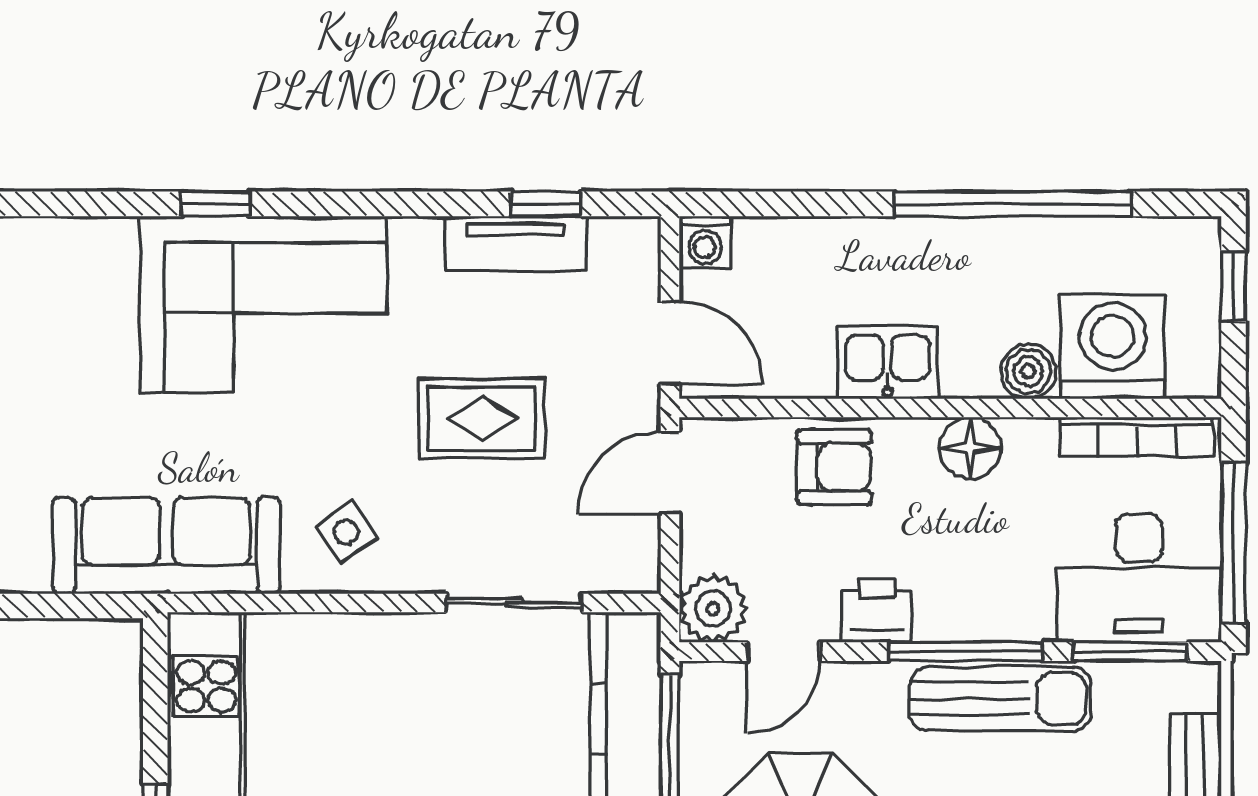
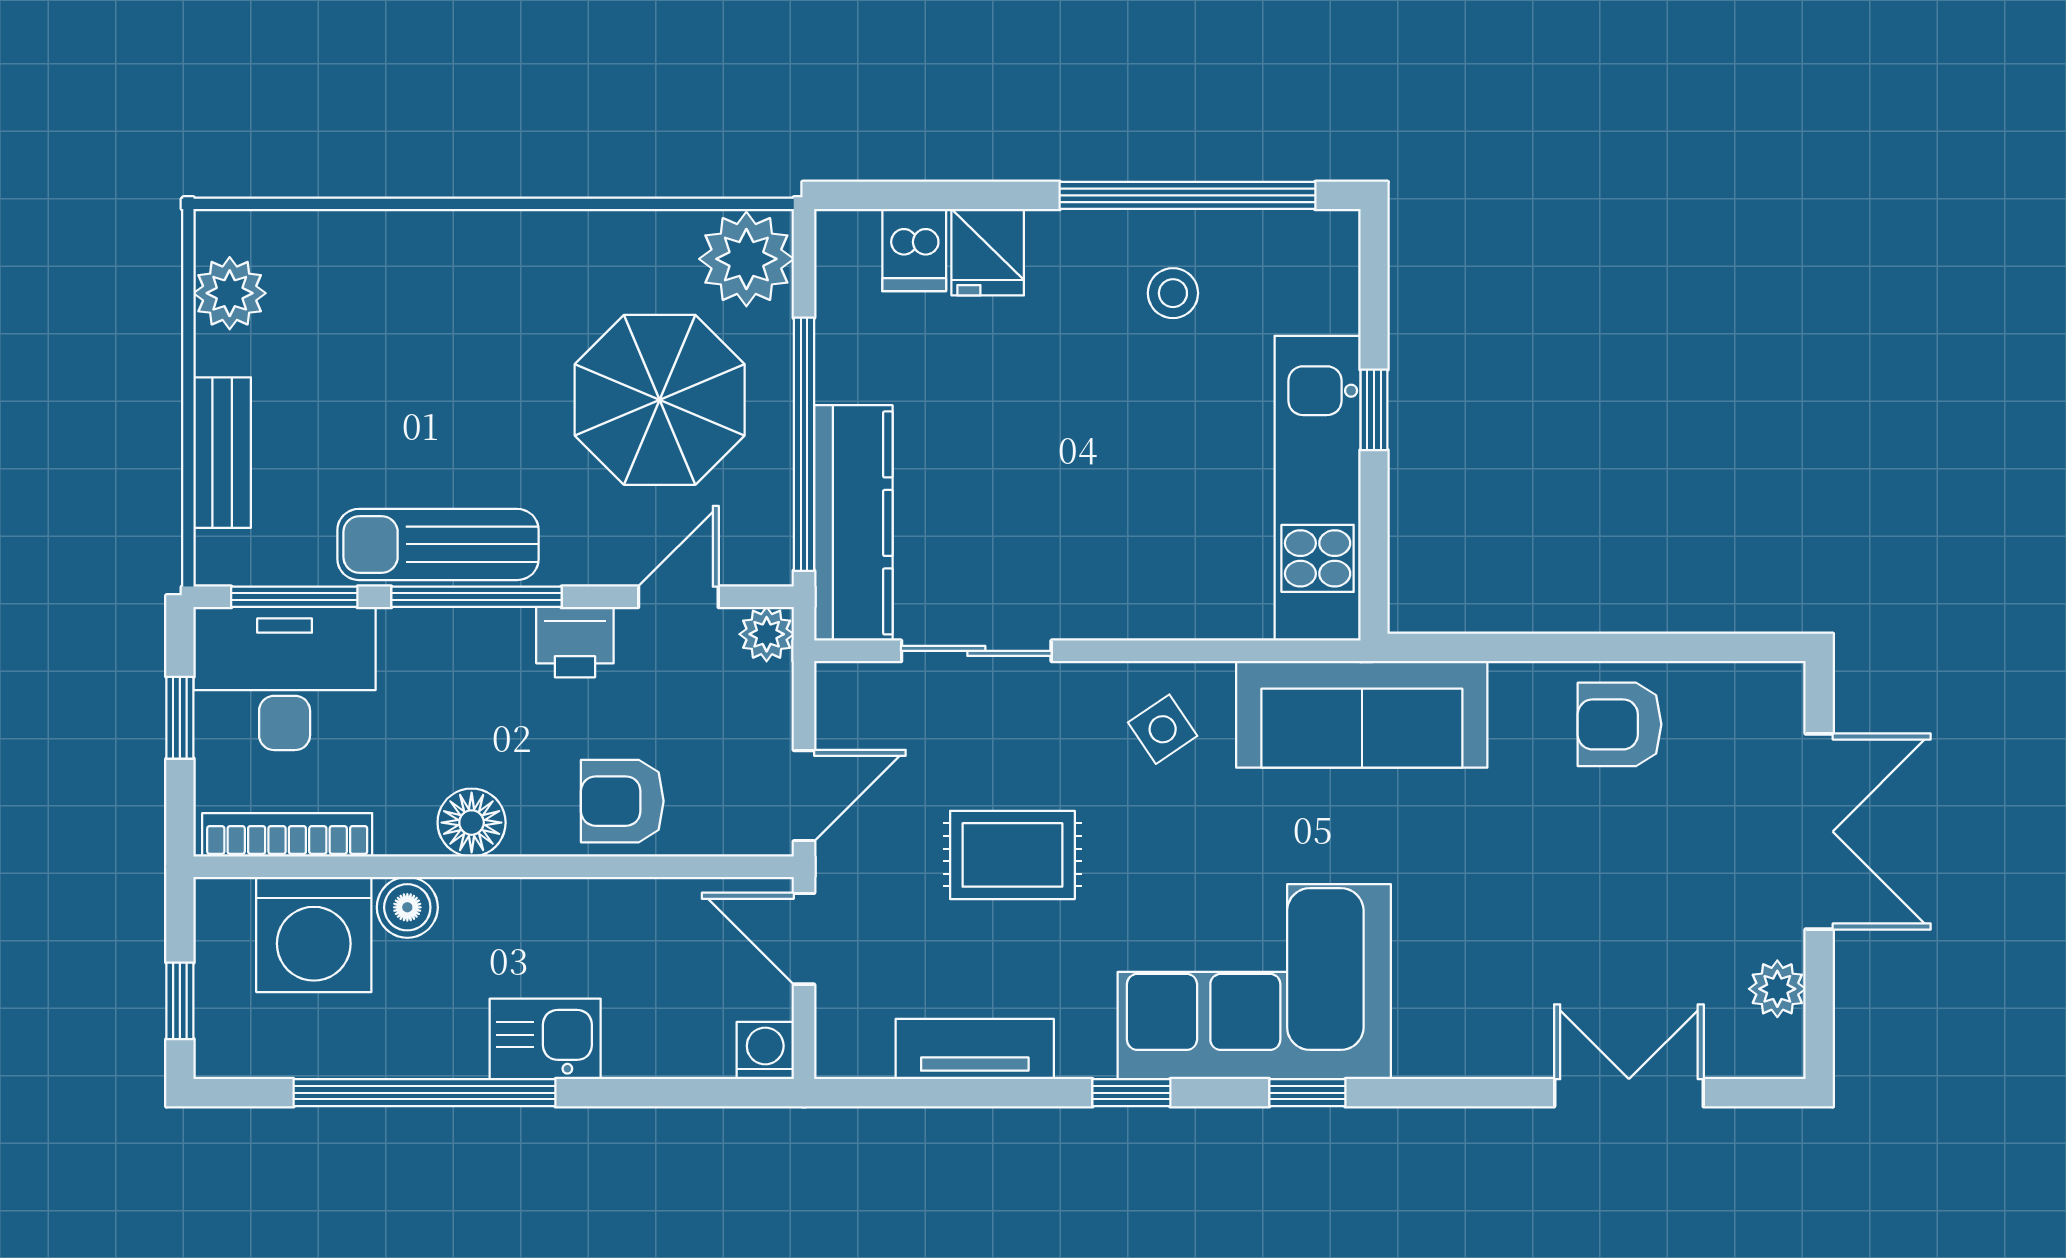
window: (546, 204) -> (1131, 1093), moved
kitchen sink: (887, 362) -> (545, 1039), moved, turned 180
window: (1233, 542) -> (180, 718), width x0.46
plant: (713, 609) -> (767, 634), width x0.73, depth x0.73

